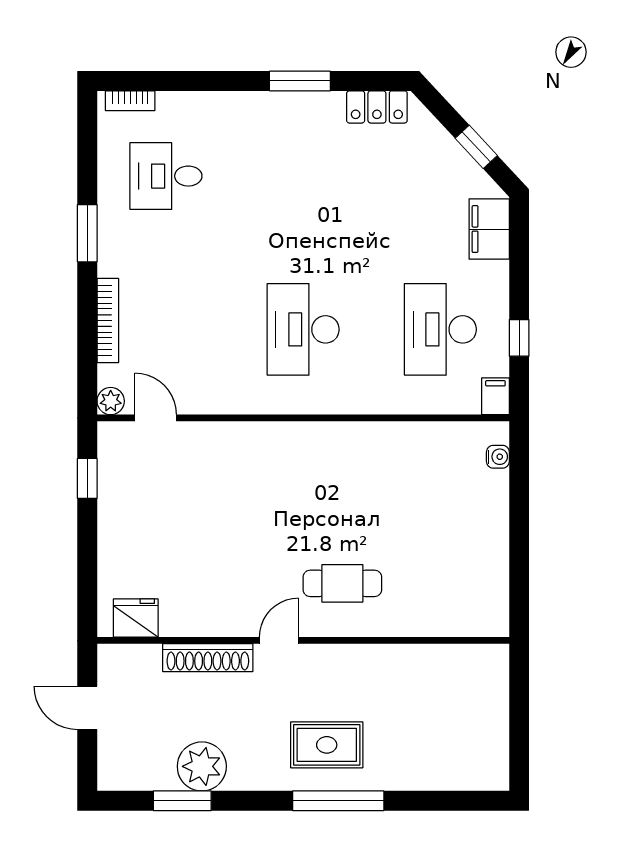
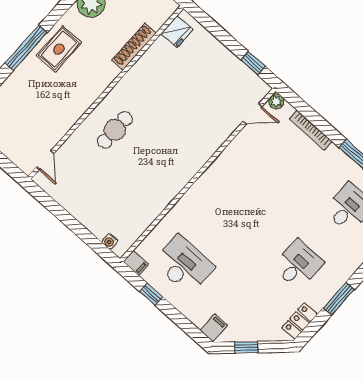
filing cabinet: (489, 229) -> (214, 328), width x0.50
desk: (303, 329) -> (298, 265), moved, width x0.73
door: (279, 640) -> (45, 160), moved
rug: (327, 745) -> (59, 49), moved

